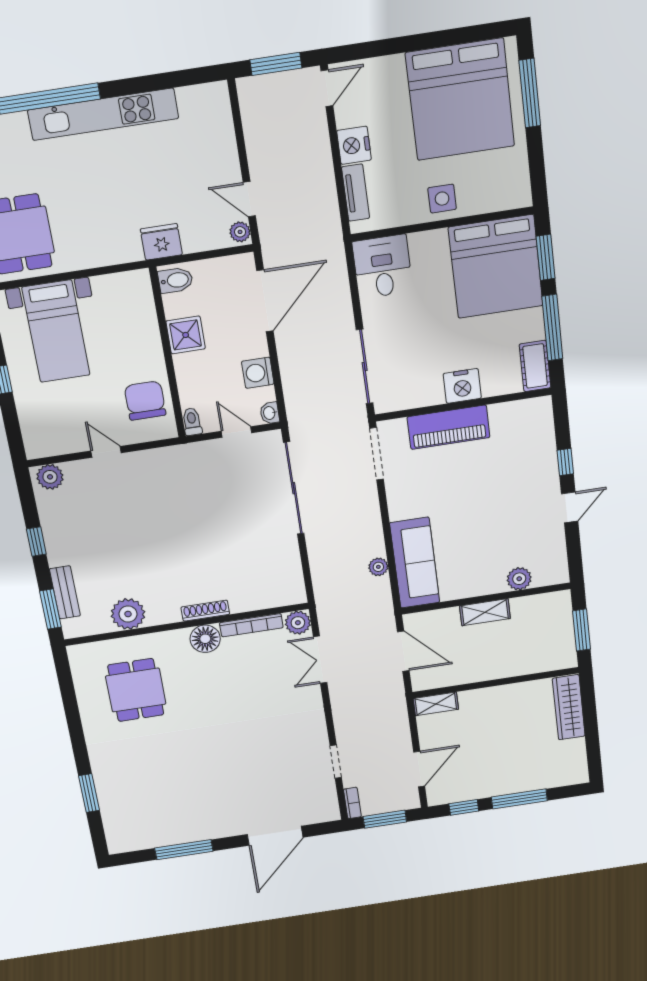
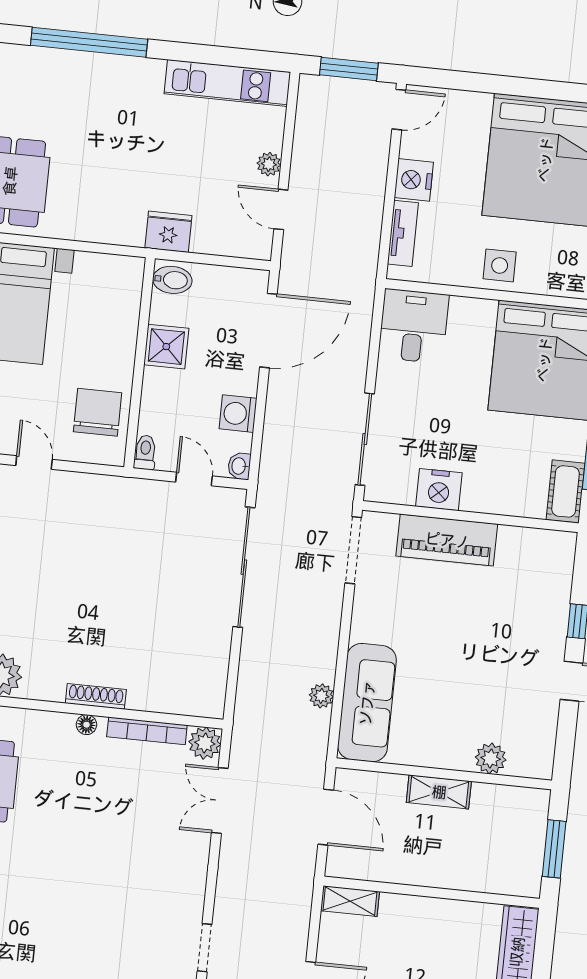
kitchen unit: (103, 114) -> (227, 83), moved, width x0.73
plant: (240, 232) -> (269, 164), moved
nightstand: (462, 386) -> (439, 490), moved
floor lamp: (205, 639) -> (86, 725), width x0.53, depth x0.53

